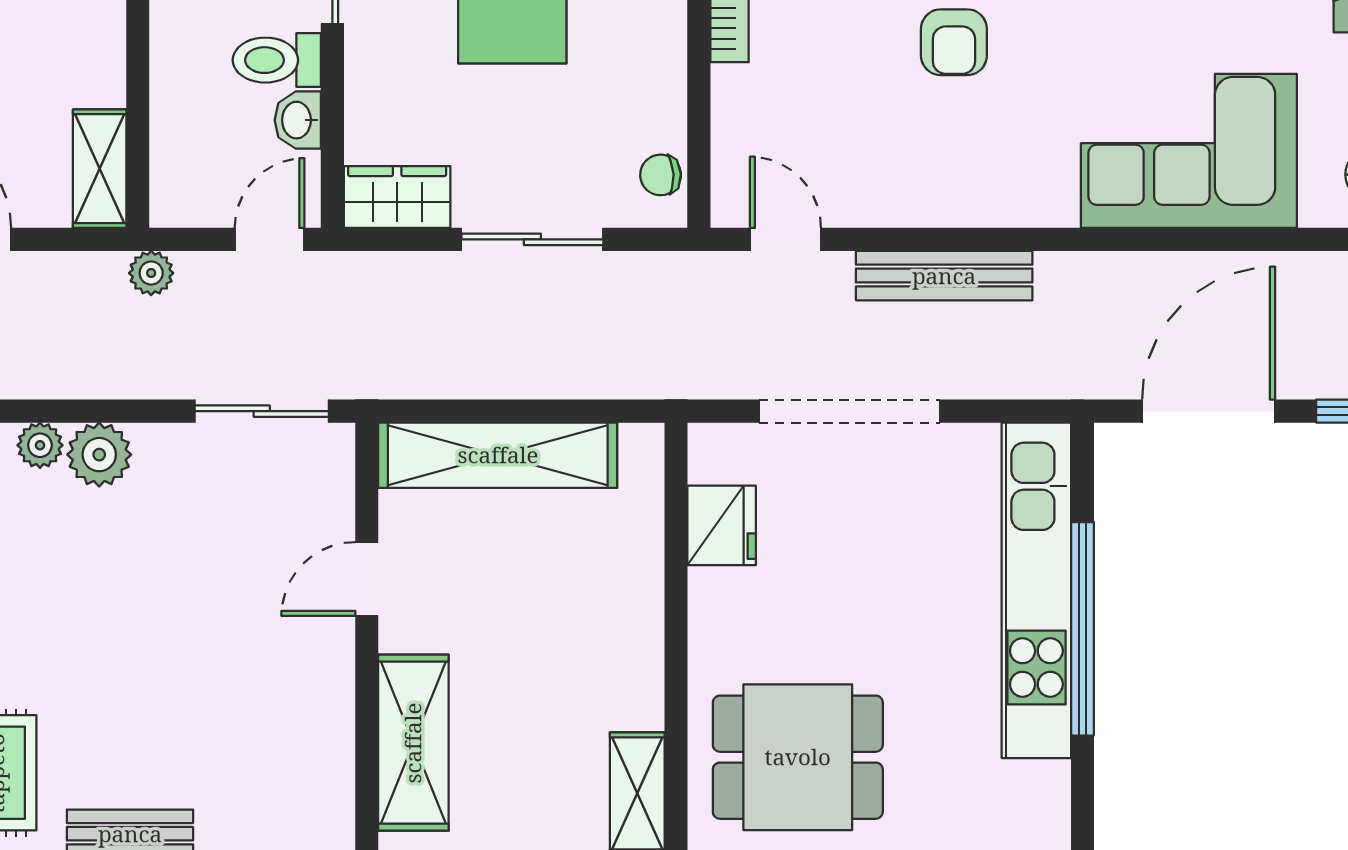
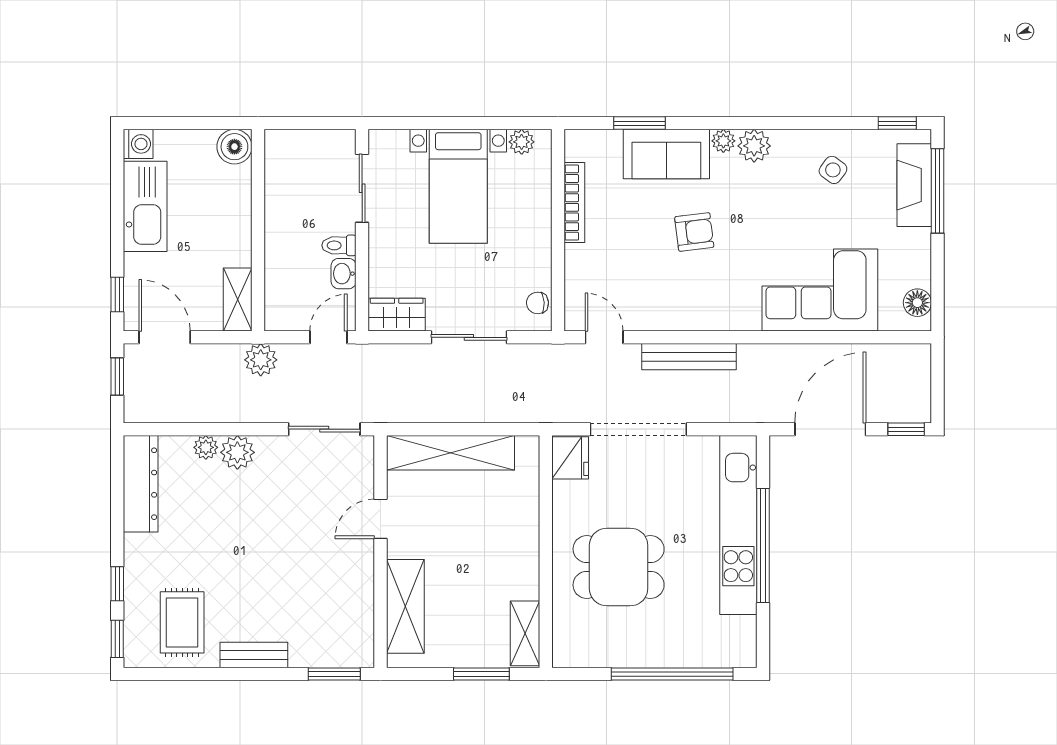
armchair: (954, 42) -> (694, 232), turned -97
toilet: (277, 60) -> (339, 245), width x0.73, depth x0.72
plant: (151, 273) -> (261, 360), width x1.38, depth x1.38
fridge: (722, 525) -> (570, 458), moved
dining table: (798, 757) -> (619, 567), moved

